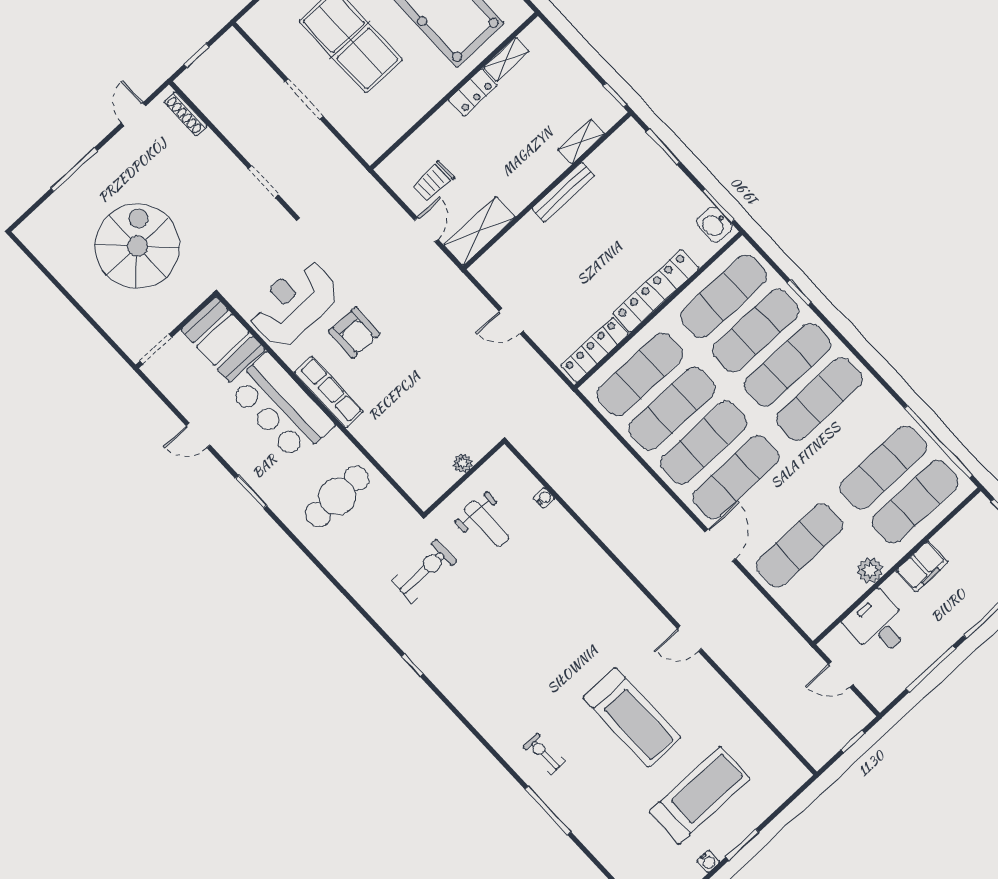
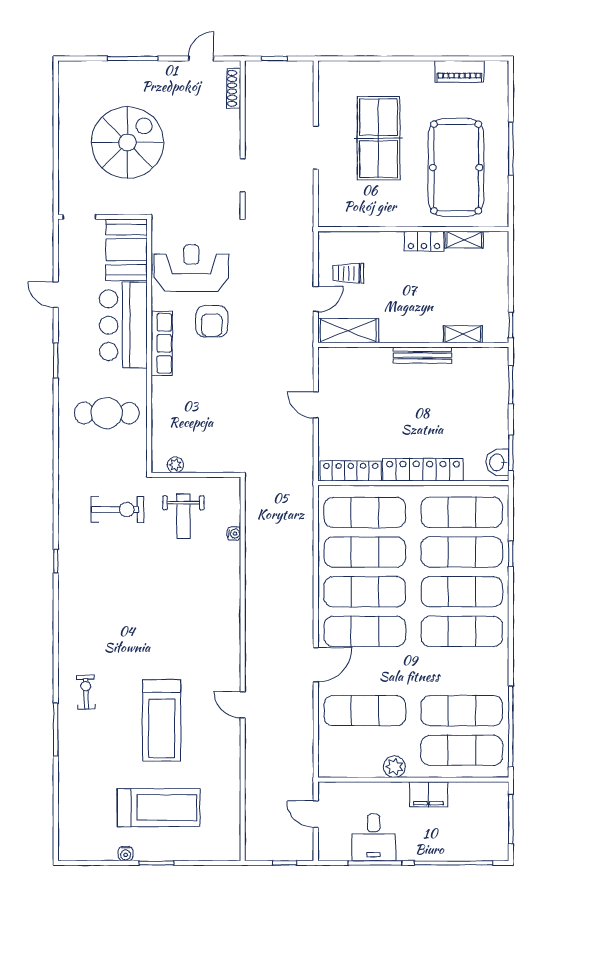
plant: (463, 463) -> (175, 465), moved
desk: (878, 625) -> (374, 837), moved, turned 180

